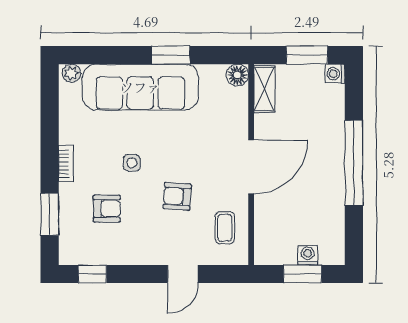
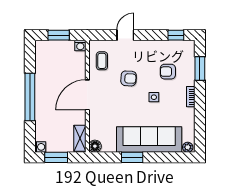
washing machine: (308, 255) -> (80, 46), moved

